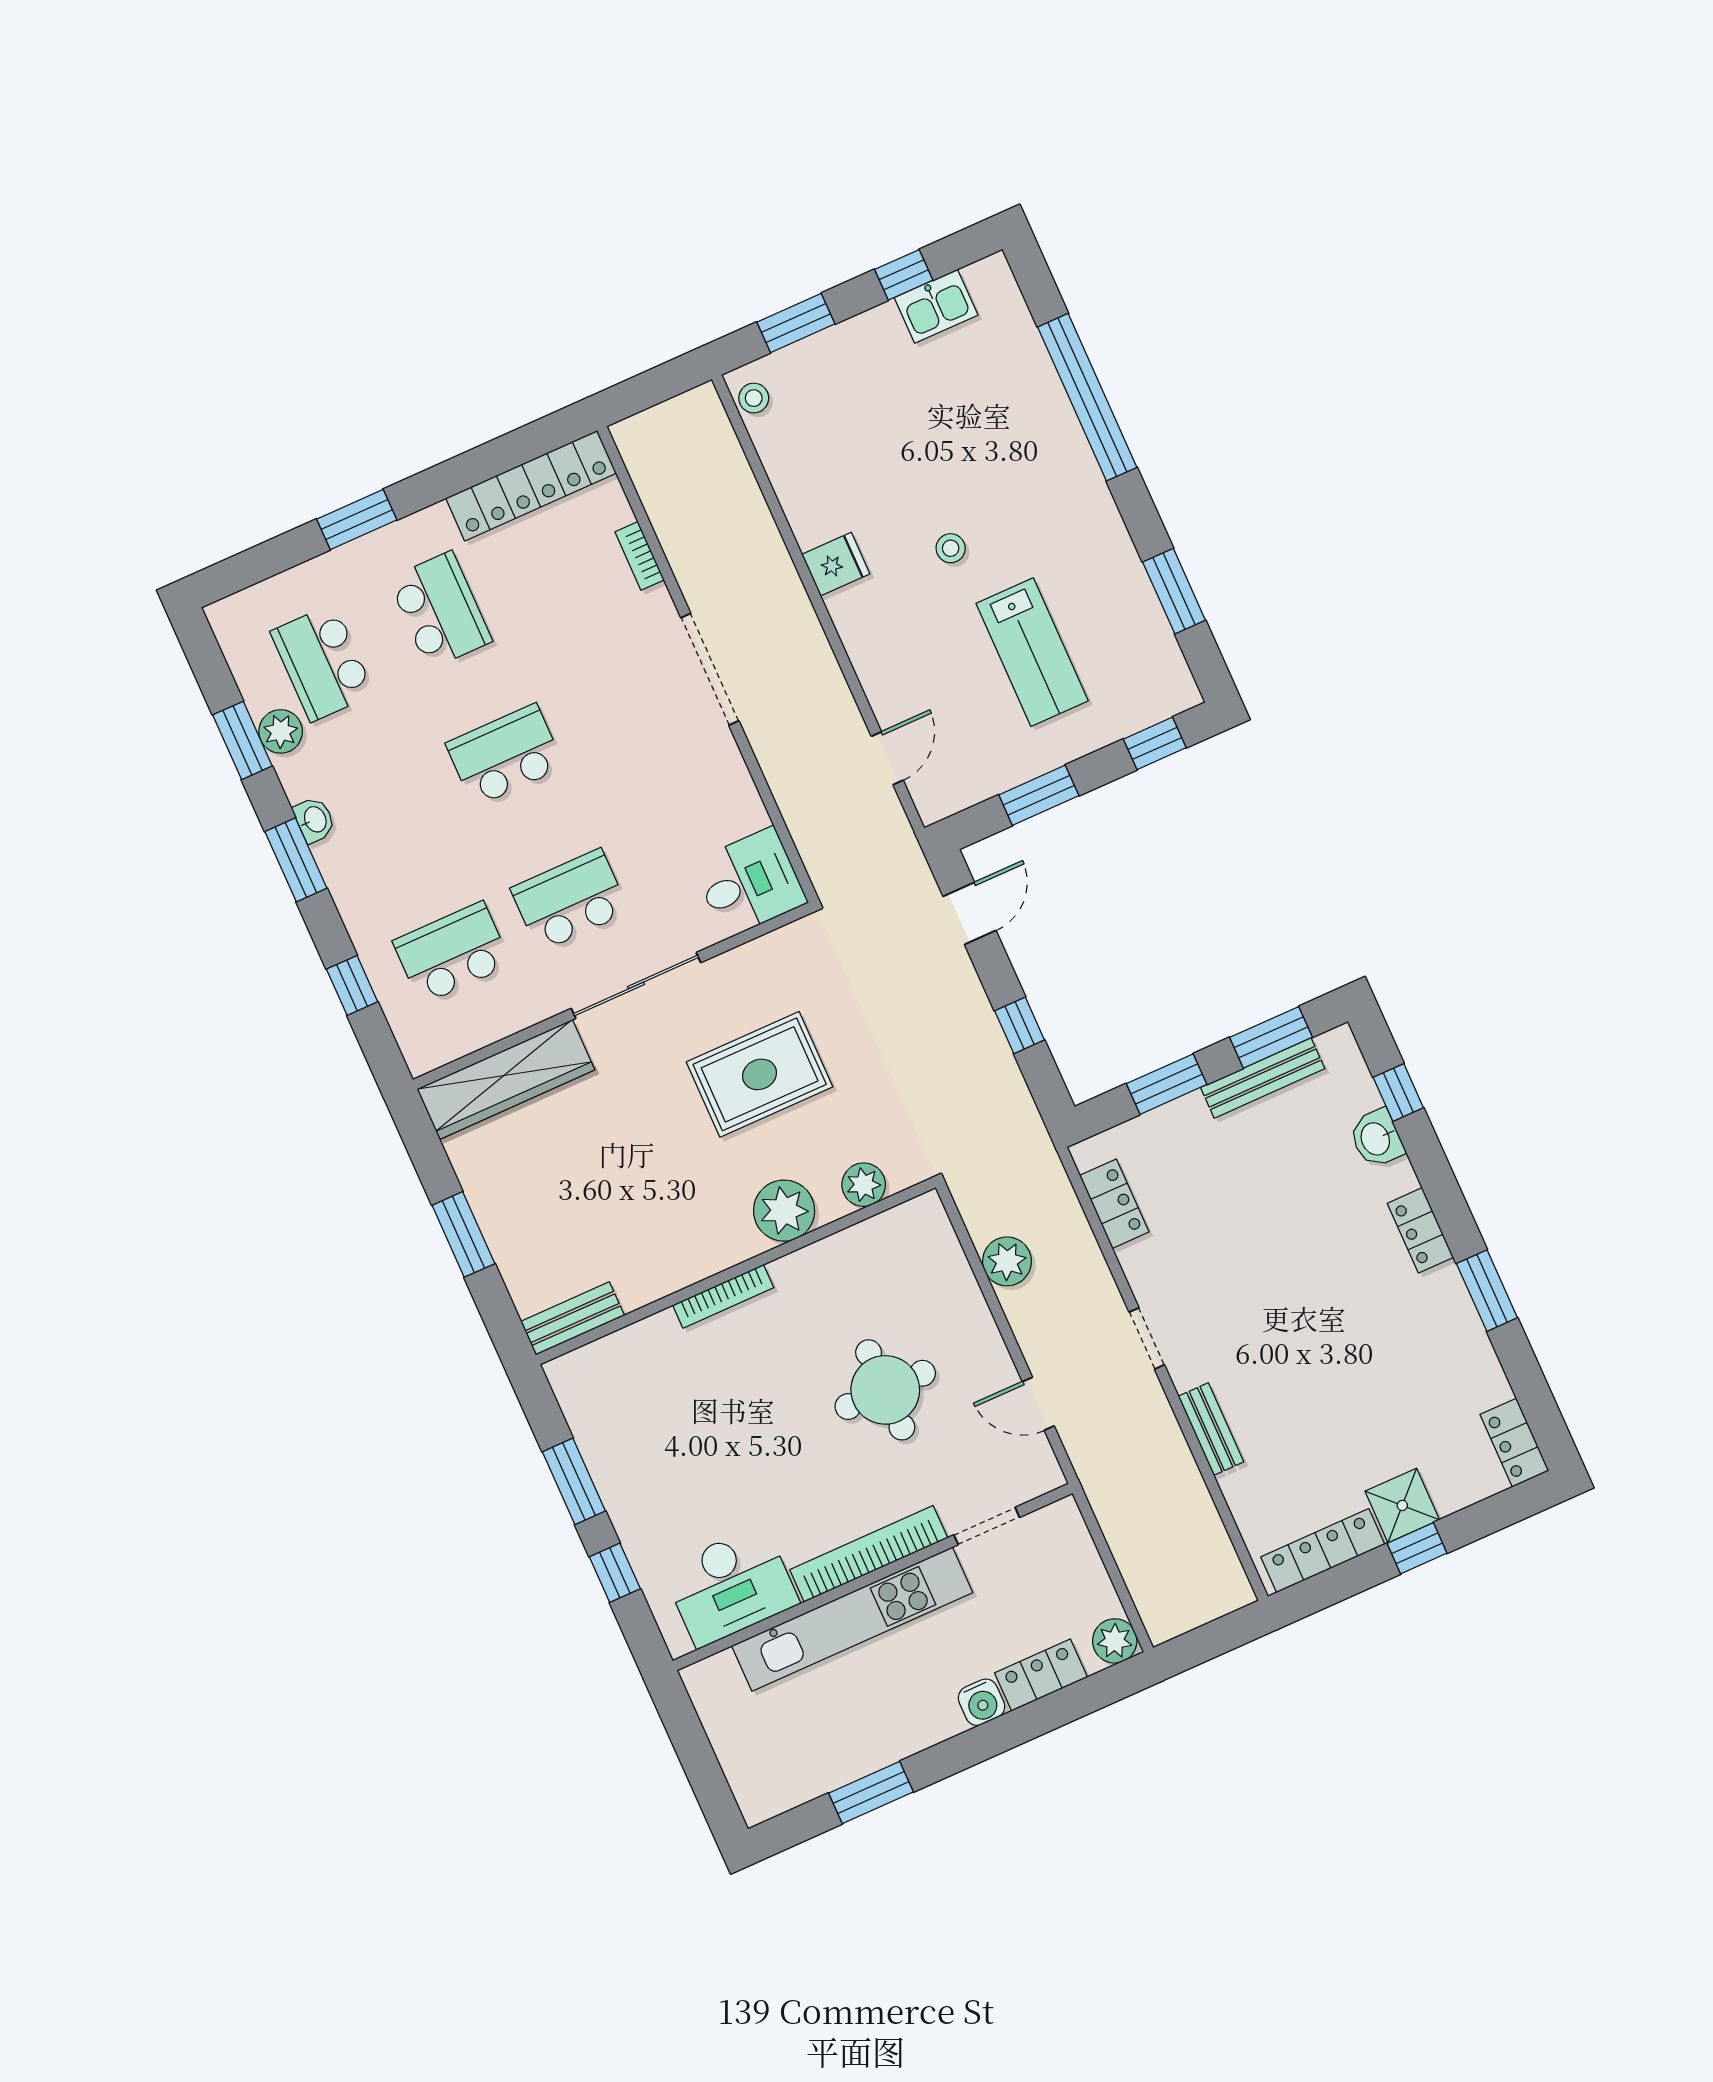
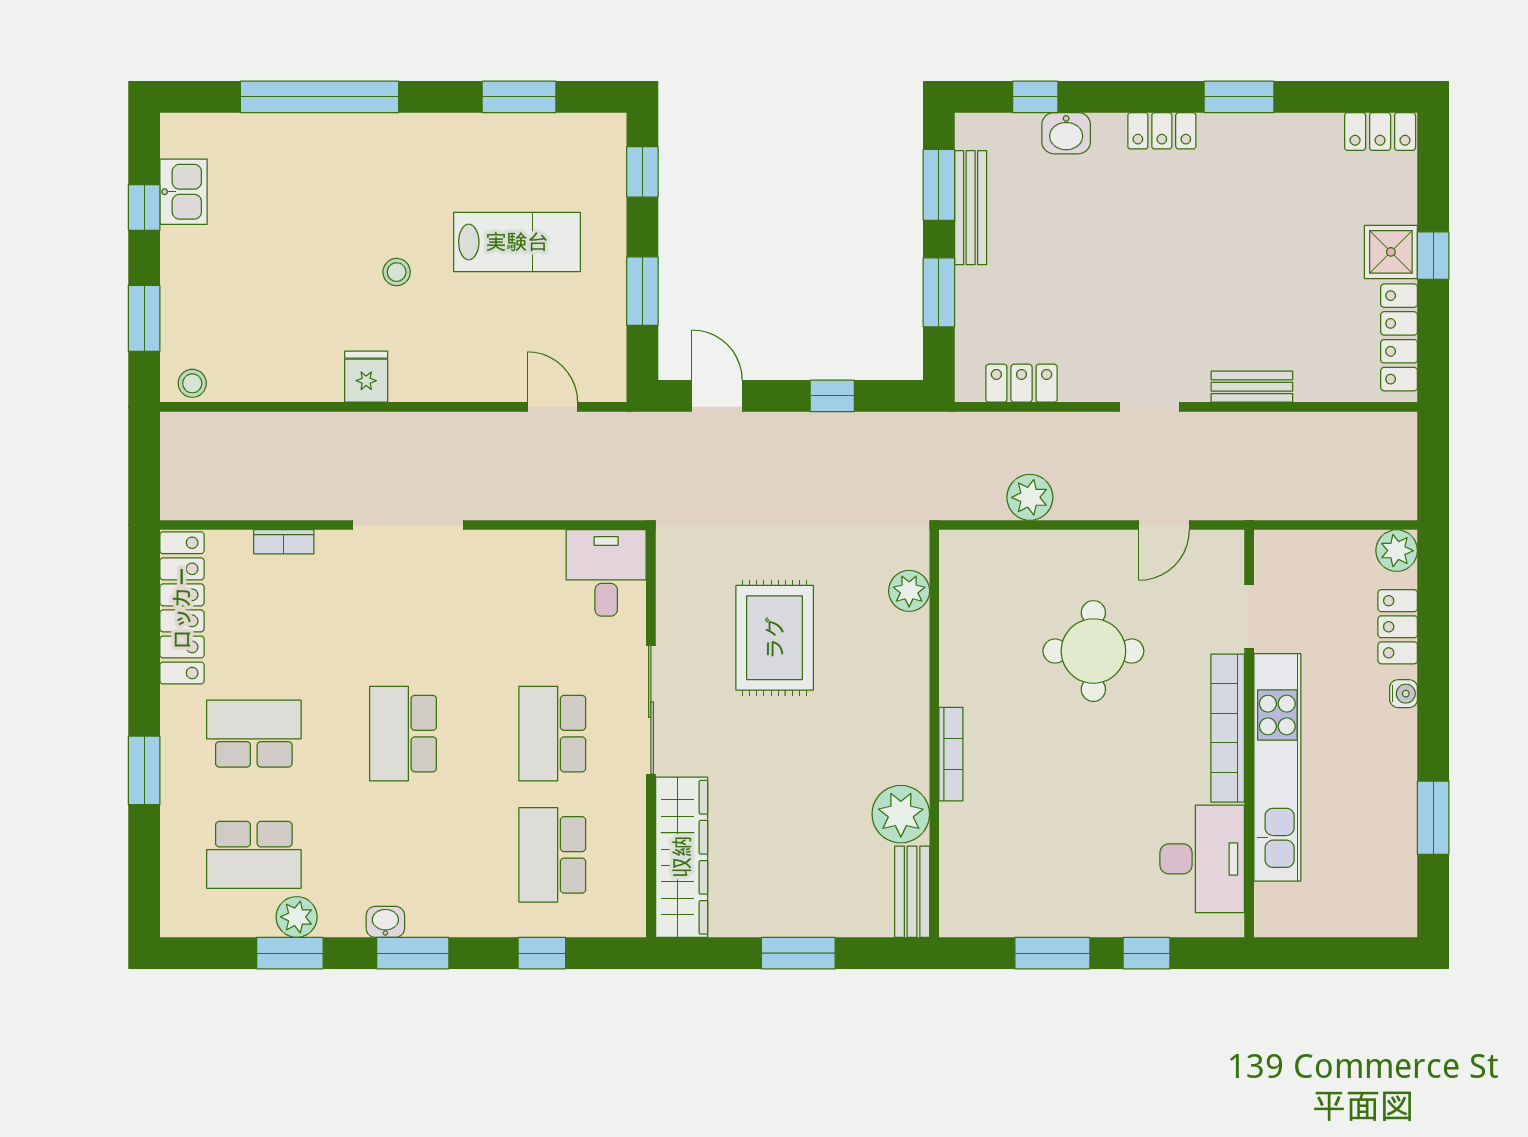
plant: (784, 1211) -> (901, 814), moved
water cooler: (982, 1702) -> (1404, 694), width x0.72, depth x0.72

